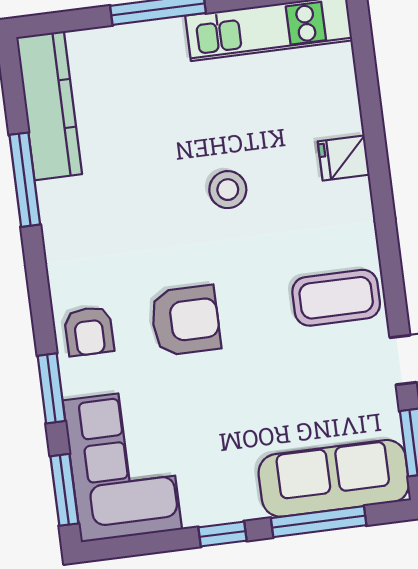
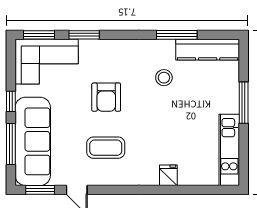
stool: (228, 190) -> (164, 78), moved
coffee table: (336, 298) -> (106, 148), moved, turned 90
armchair: (89, 331) -> (107, 54), removed
sofa: (334, 478) -> (33, 141), width x1.36, depth x1.27

